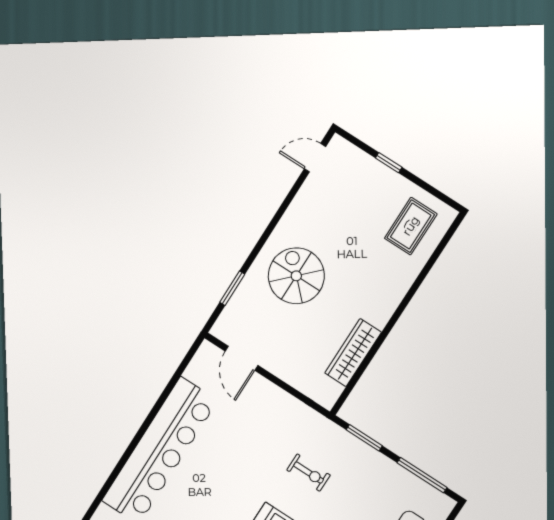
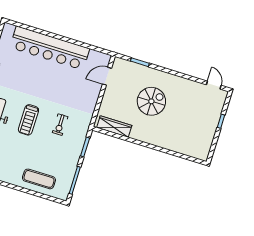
rug: (411, 226) -> (194, 140), removed
spiral stairs: (296, 276) -> (151, 101), moved
wardrobe: (353, 353) -> (114, 127), moved

